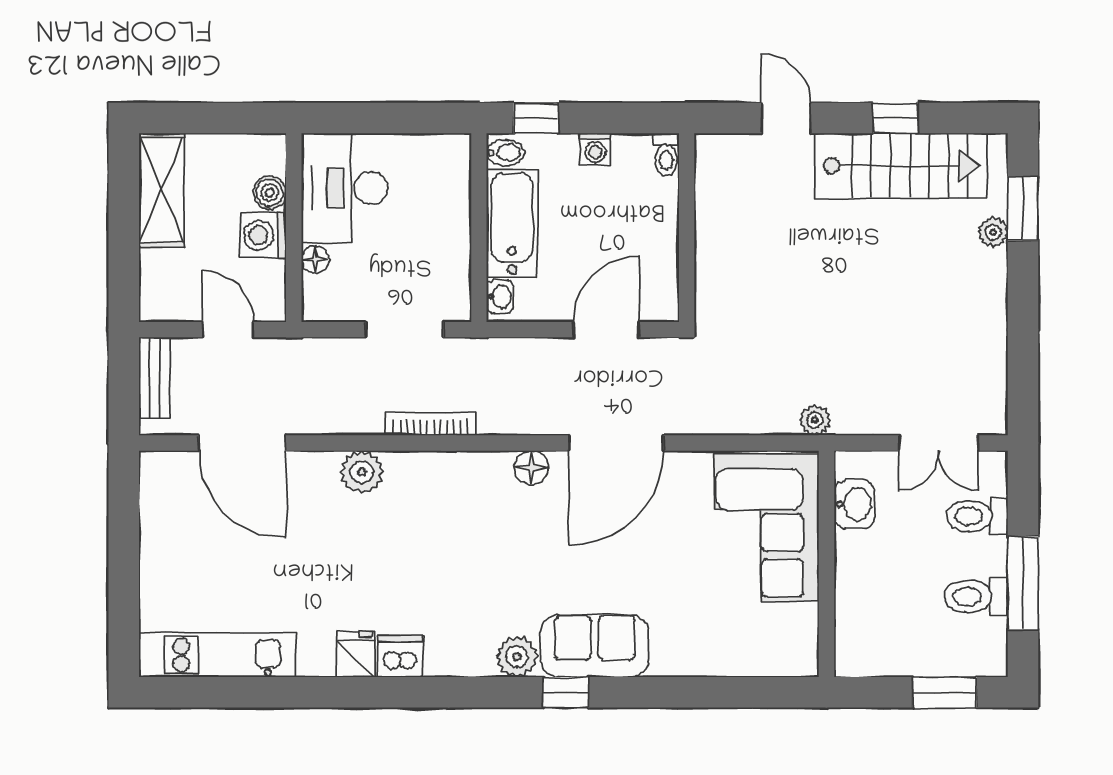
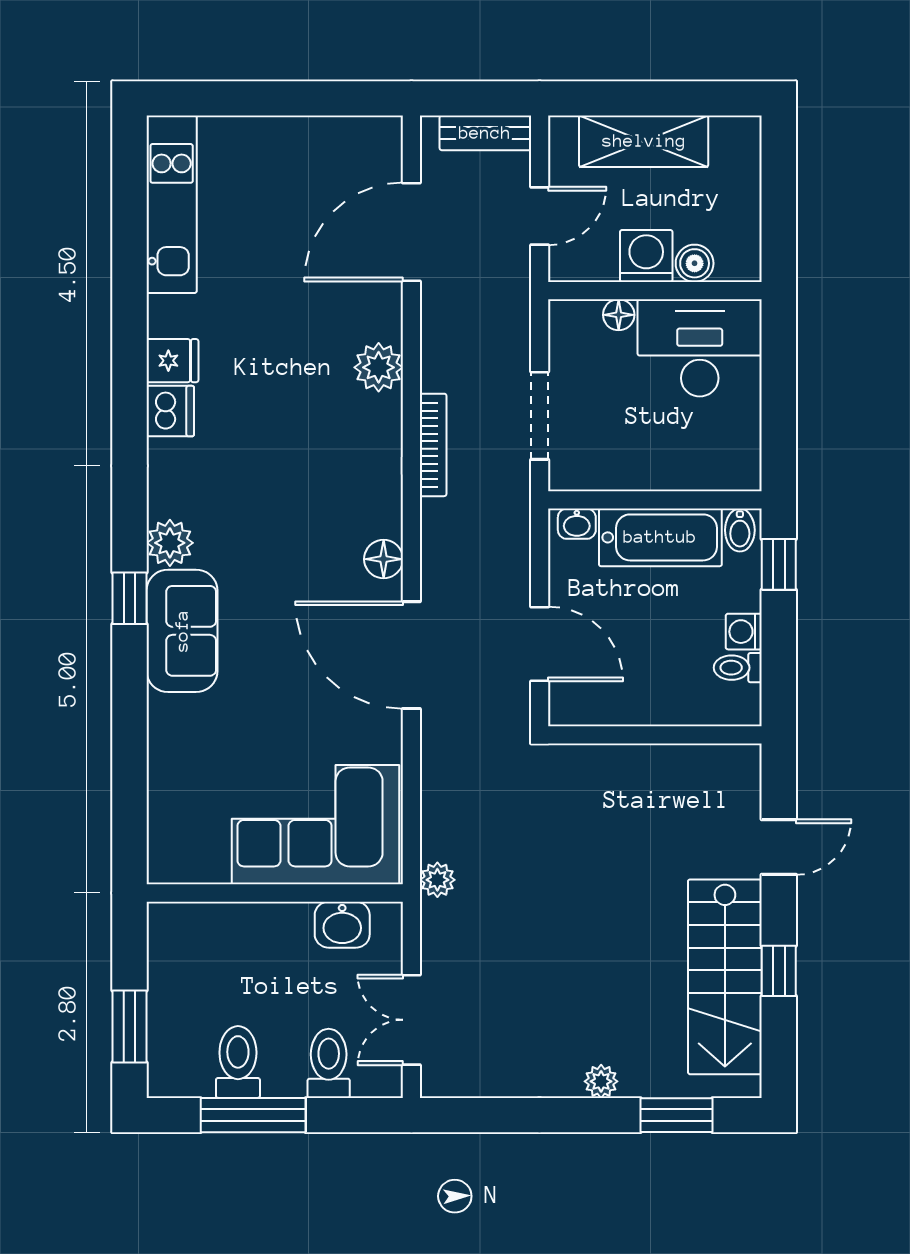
toilet: (666, 154) -> (738, 668), moved
shelving: (162, 190) -> (644, 141), moved
plant: (993, 232) -> (601, 1081), moved

